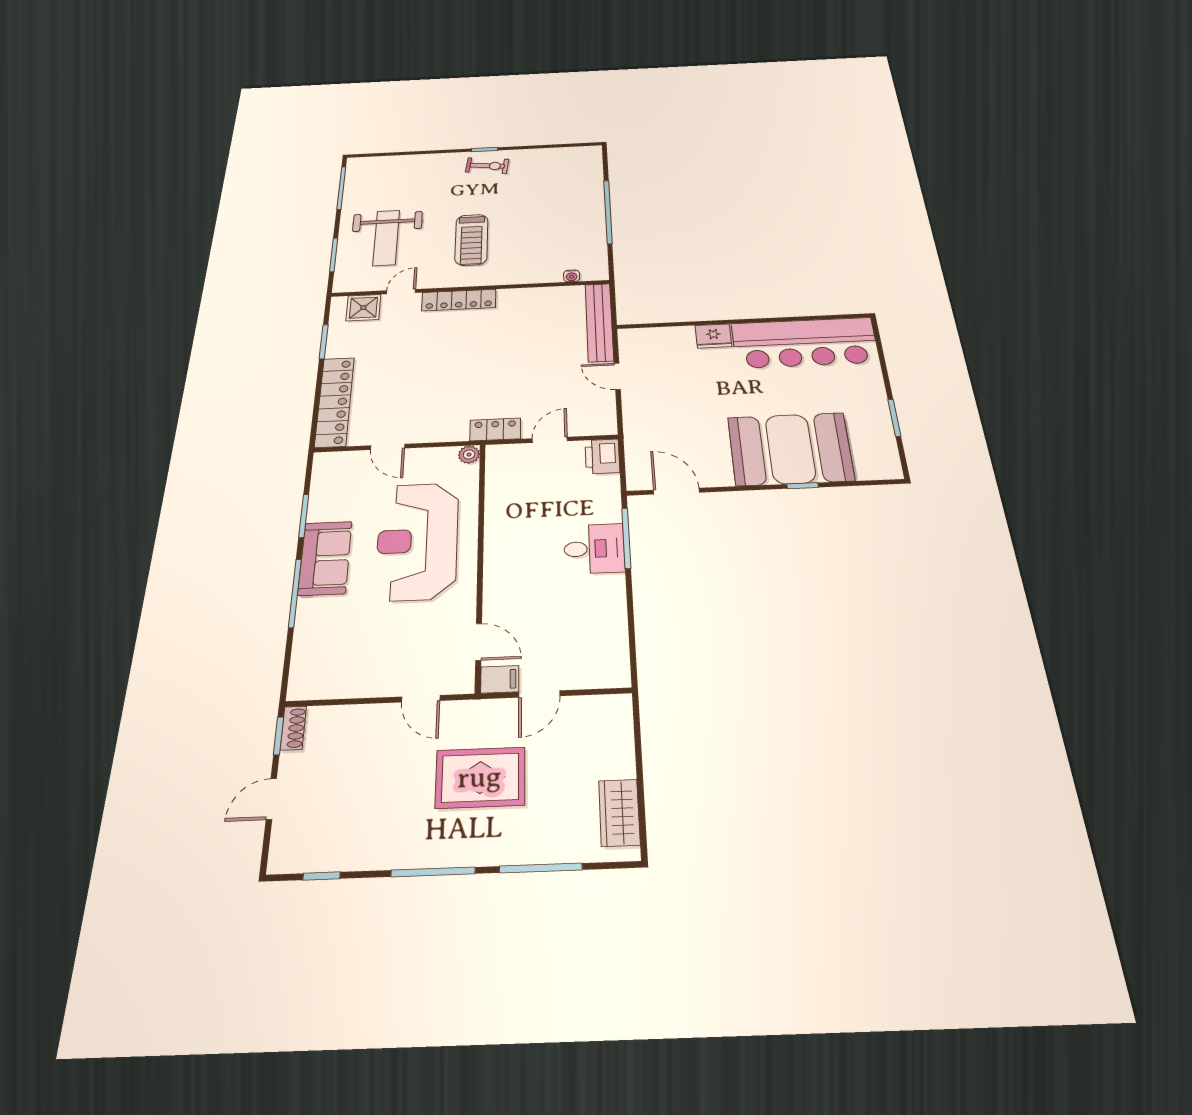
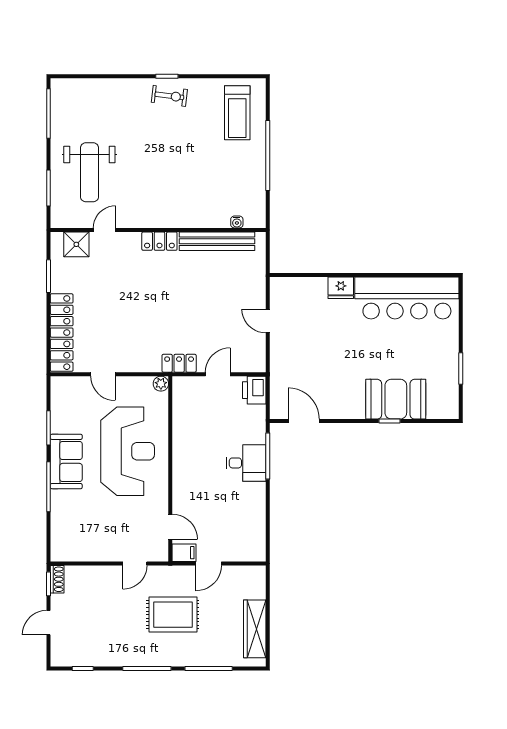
treadmill: (471, 240) -> (237, 113), moved
locker: (459, 300) -> (159, 241), width x0.66
bench: (599, 322) -> (217, 241), moved, turned 90
booth: (790, 449) -> (396, 399), width x0.73, depth x0.70
reception desk: (417, 541) -> (128, 451), turned 180
door: (421, 699) -> (135, 563), hinge flipped
wardrobe: (619, 813) -> (255, 629), width x1.50

